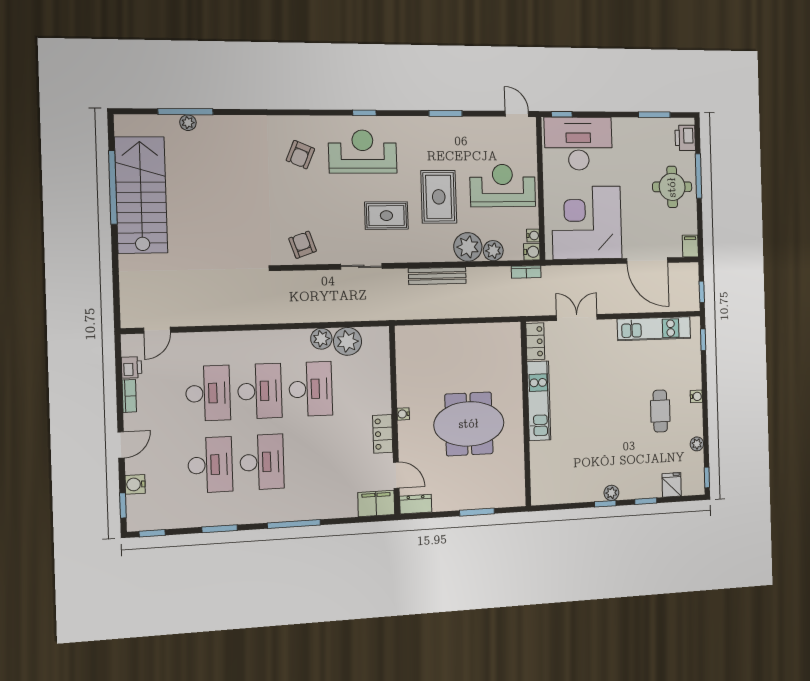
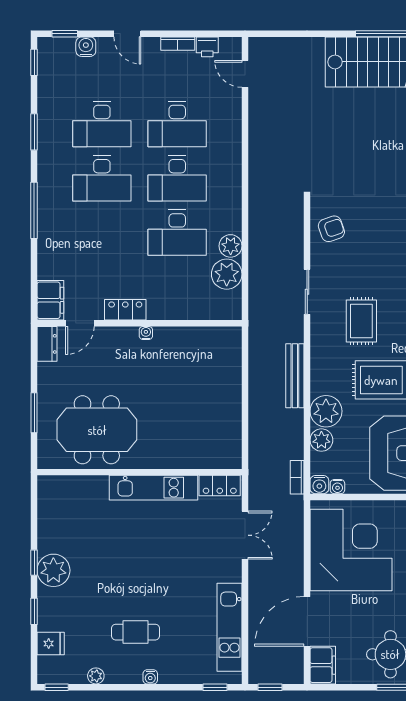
filing cabinet: (690, 246) -> (323, 665), width x2.00
meeting table: (469, 424) -> (97, 430), moved, turned 90
plant: (611, 493) -> (53, 570), width x1.88, depth x1.88

